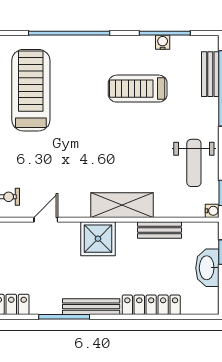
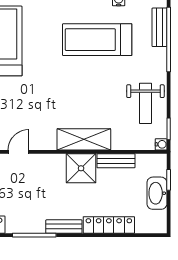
treadmill: (138, 89) -> (97, 40), width x1.37, depth x1.38
shower: (98, 239) -> (81, 168), moved
bench: (91, 307) -> (64, 227), width x0.73

